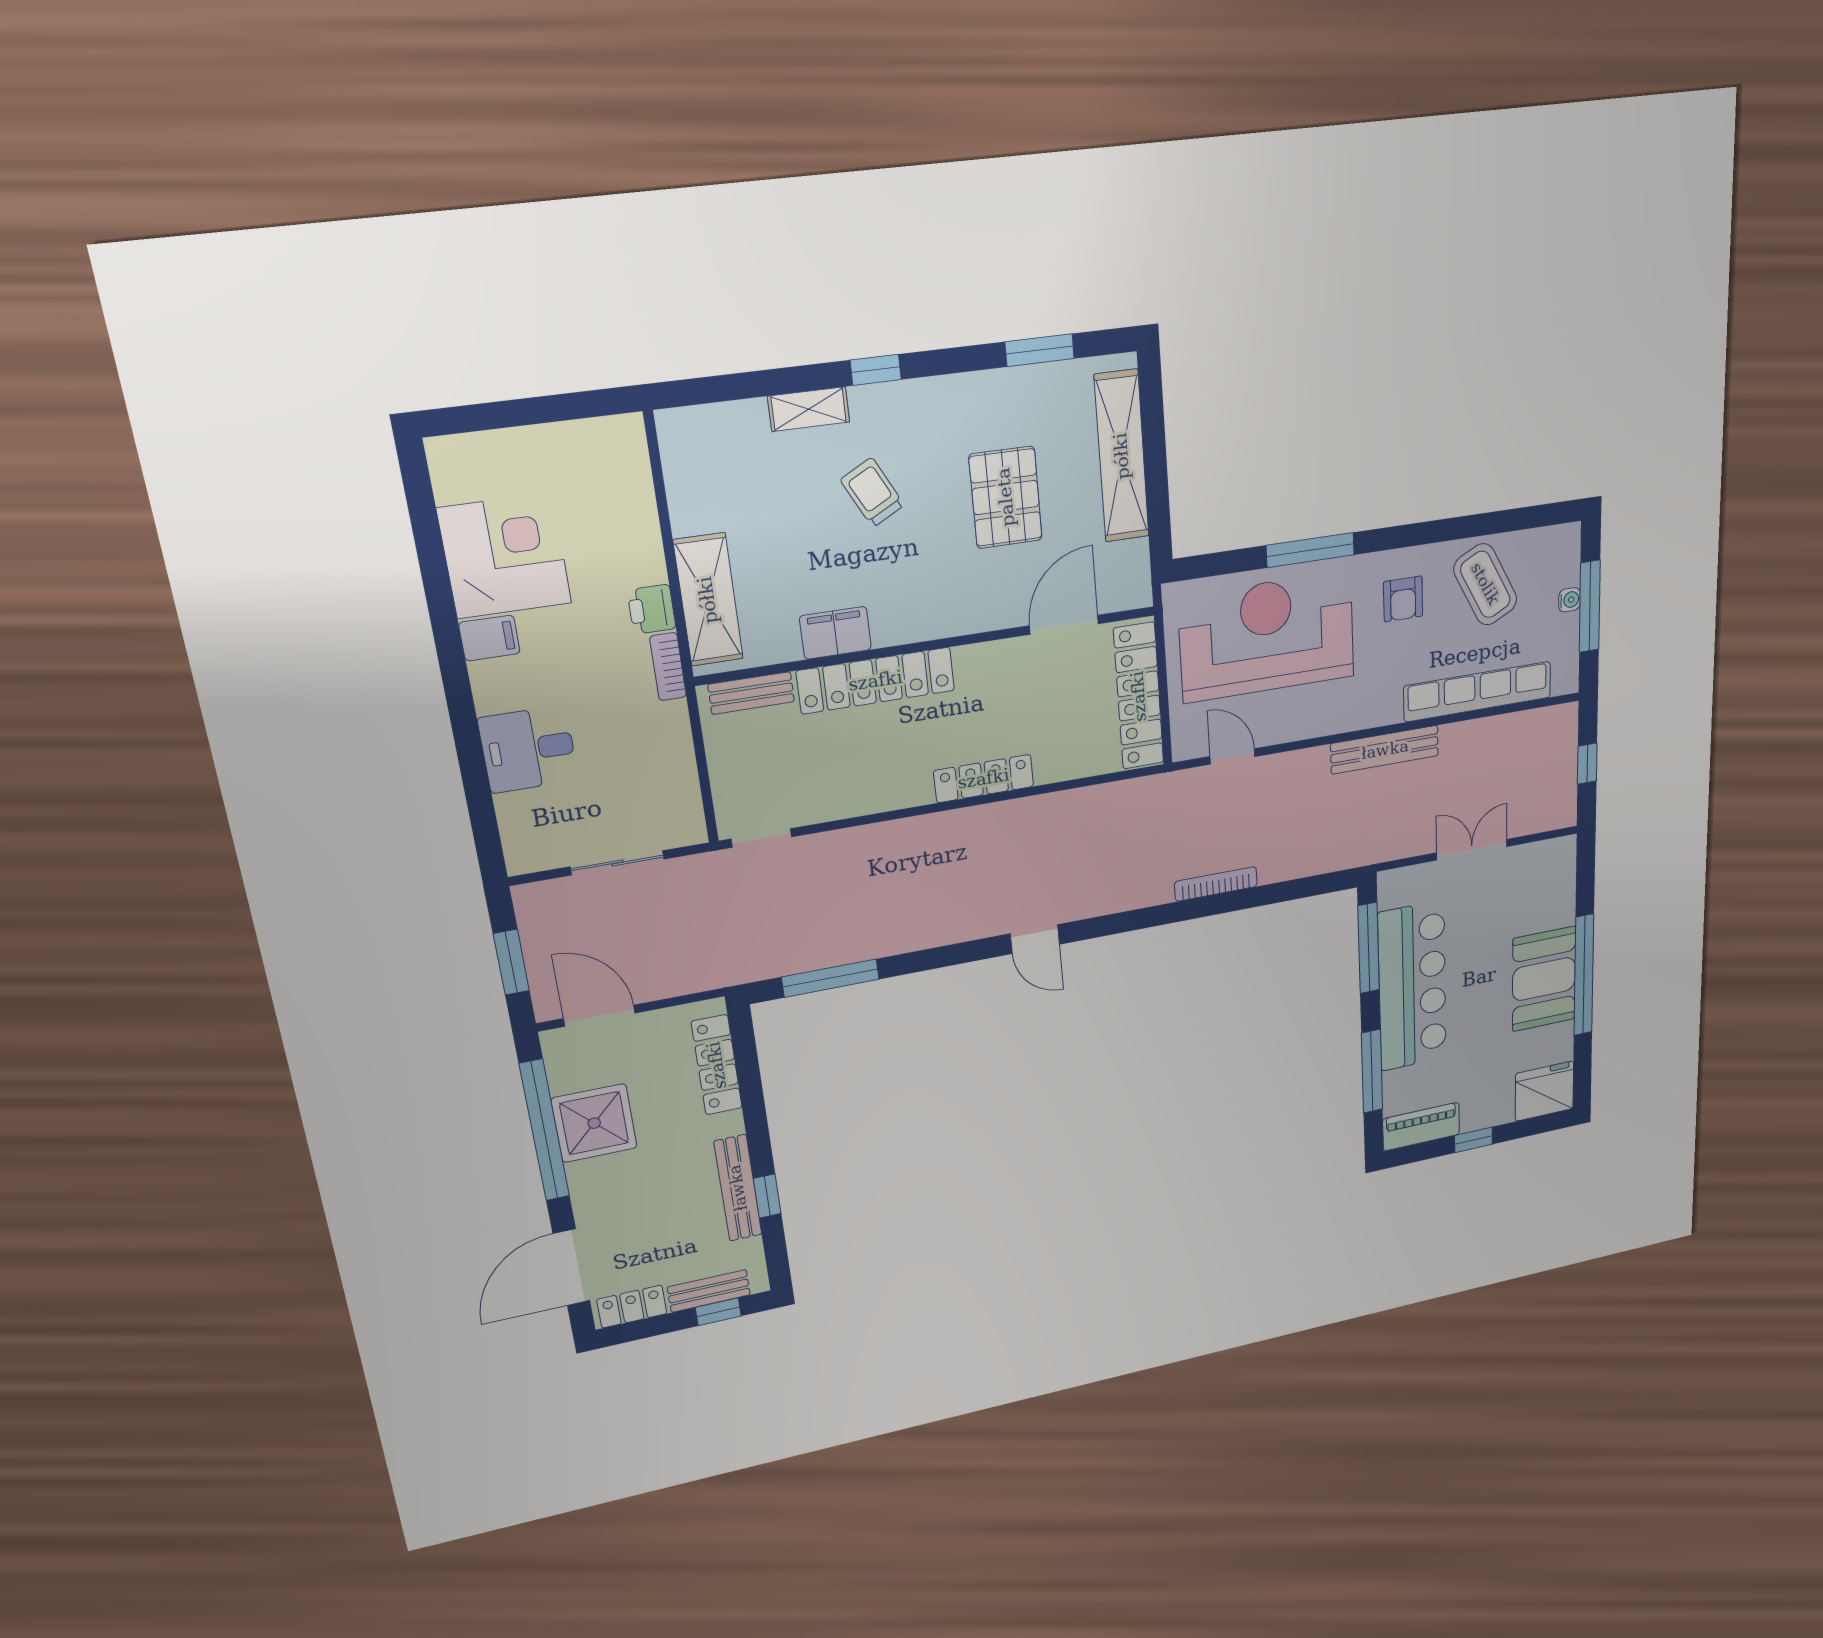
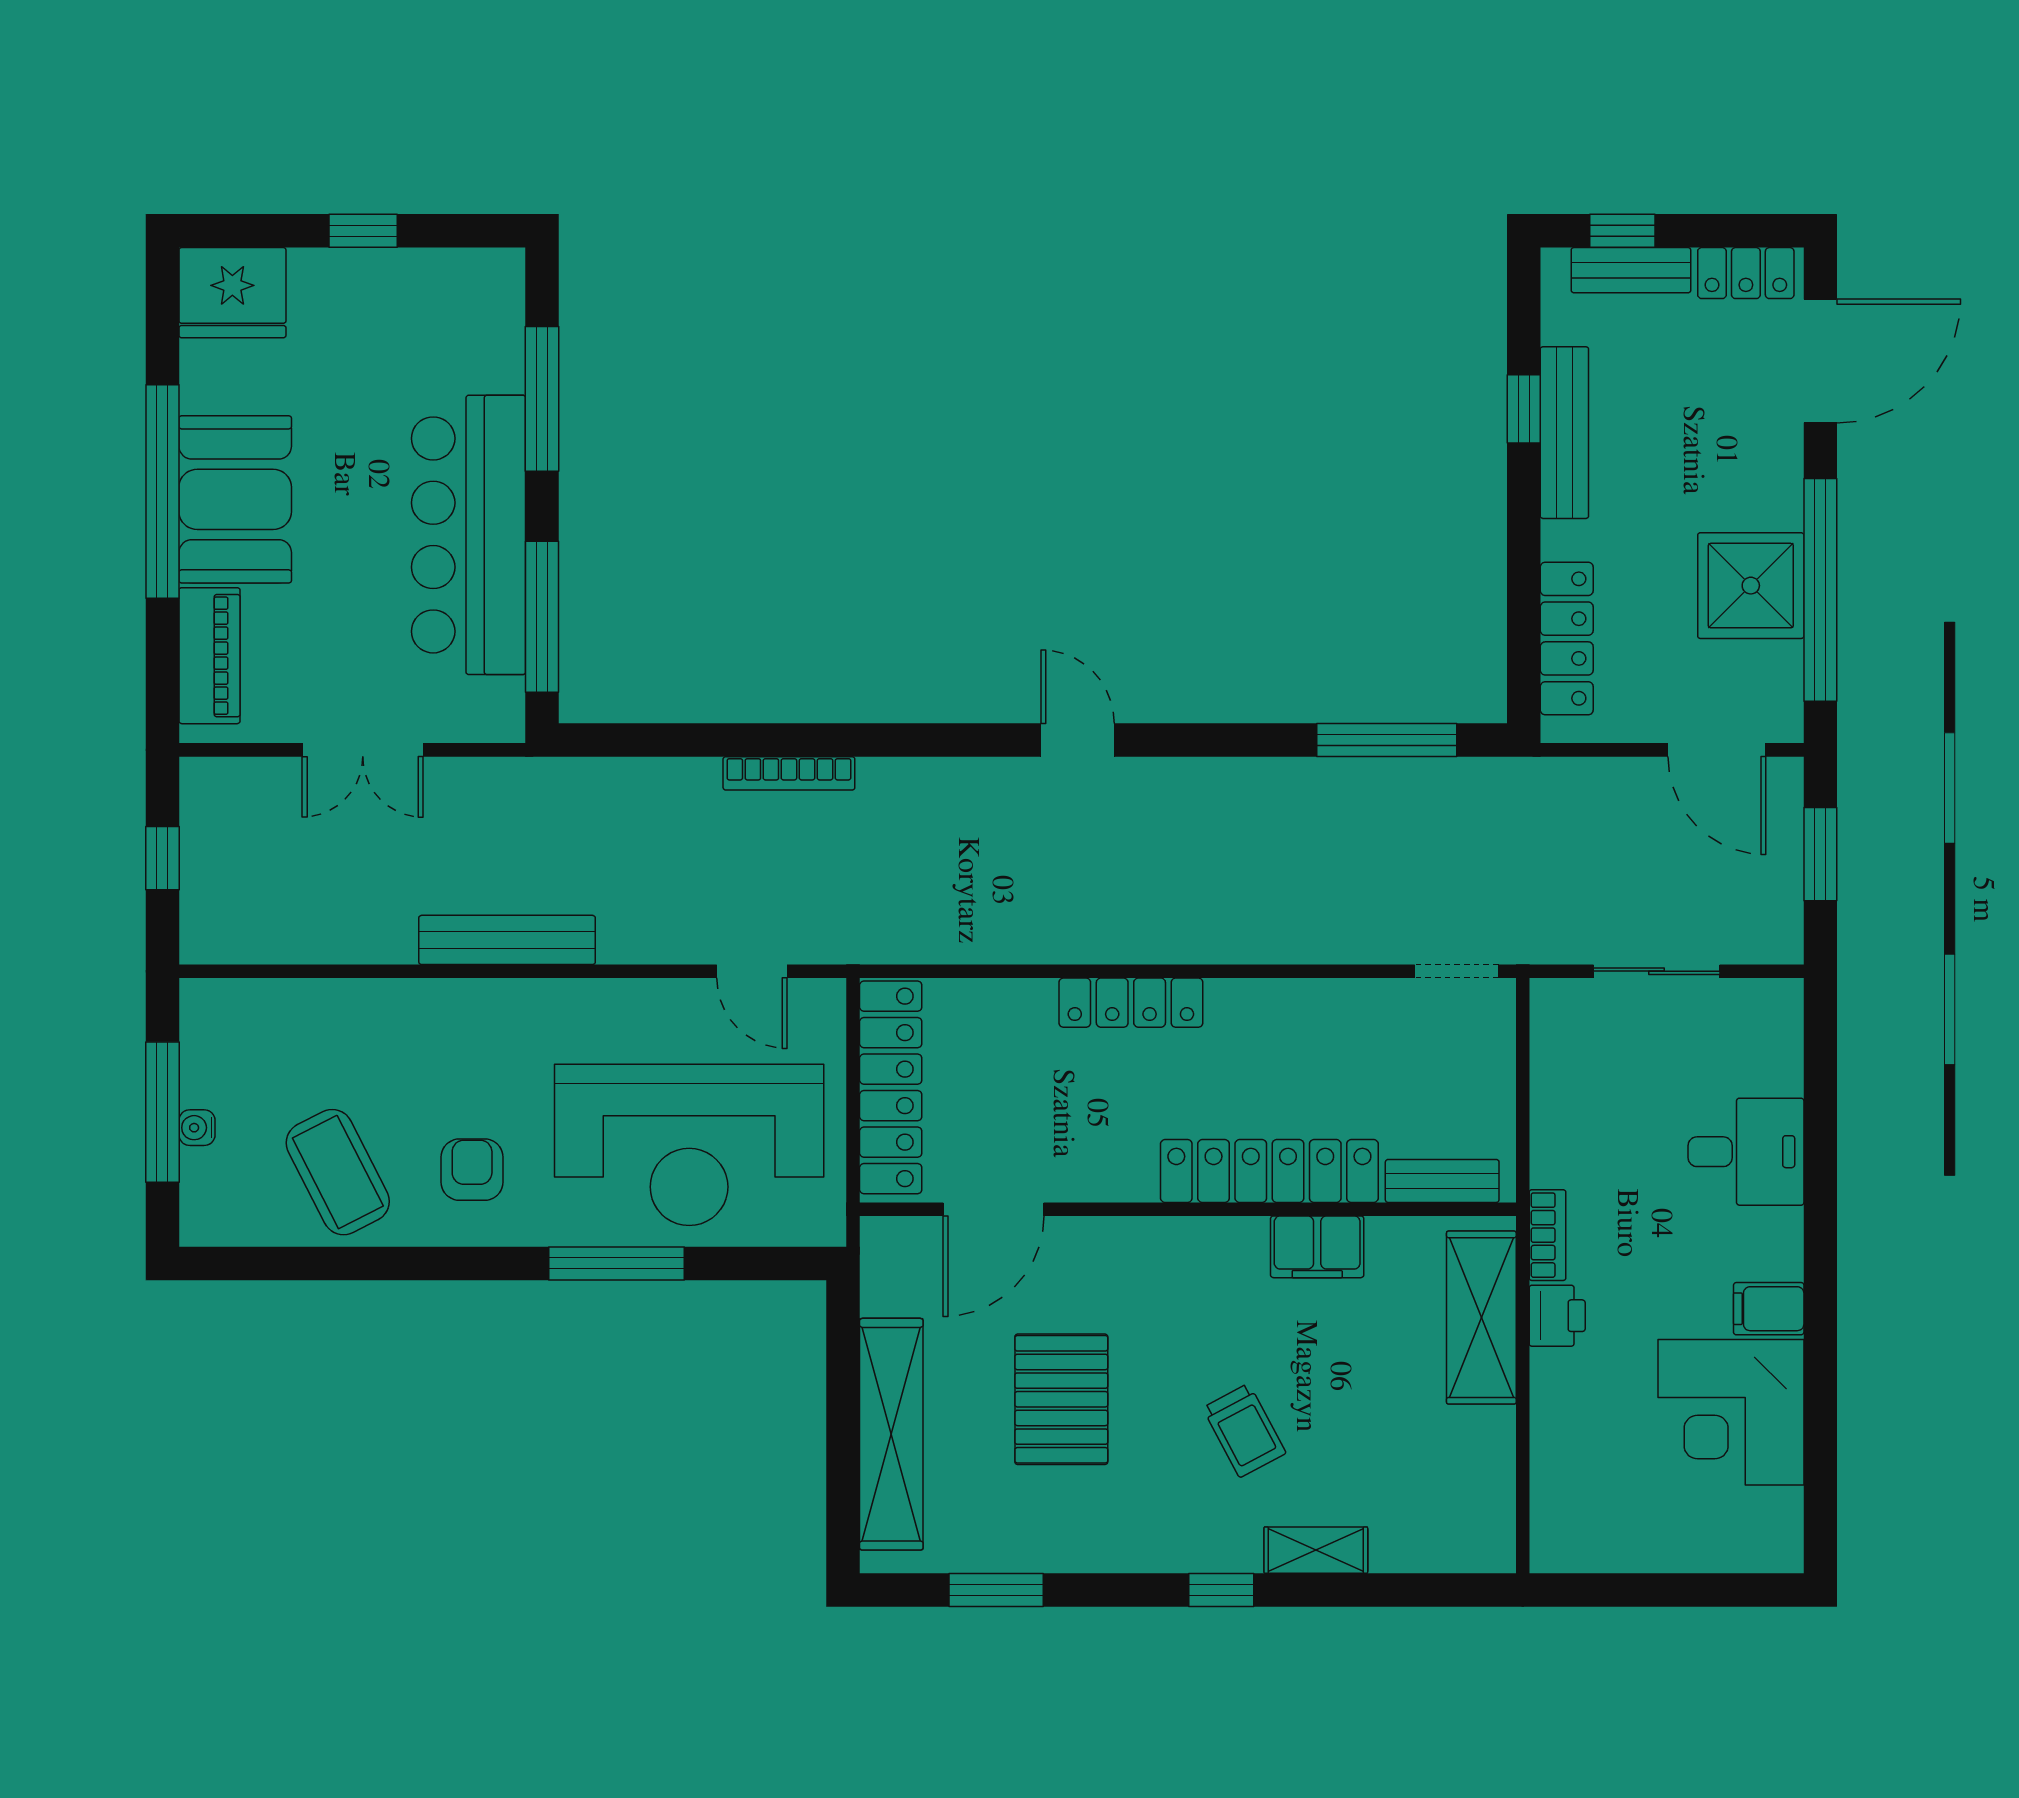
row of seats: (1478, 692) -> (351, 1007), removed
piano: (1421, 1127) -> (209, 656), moved, turned -90

